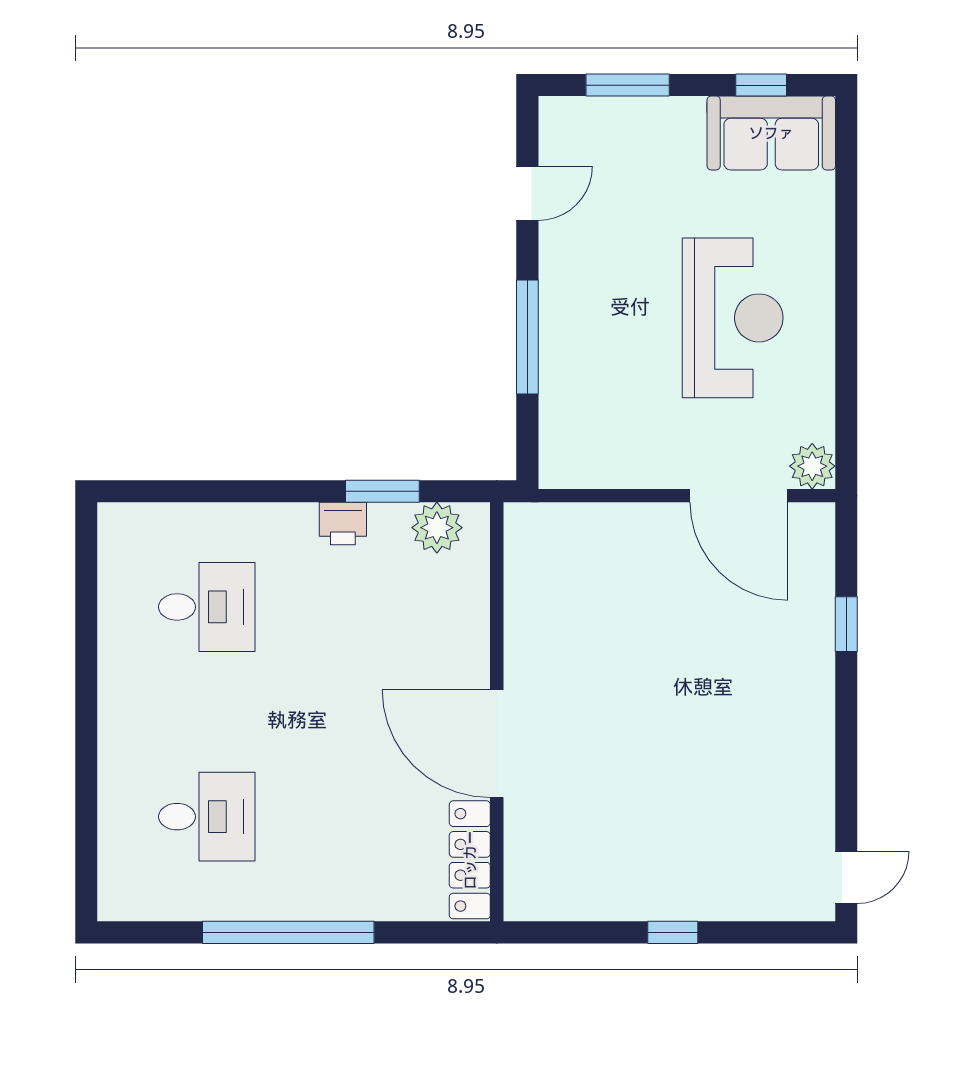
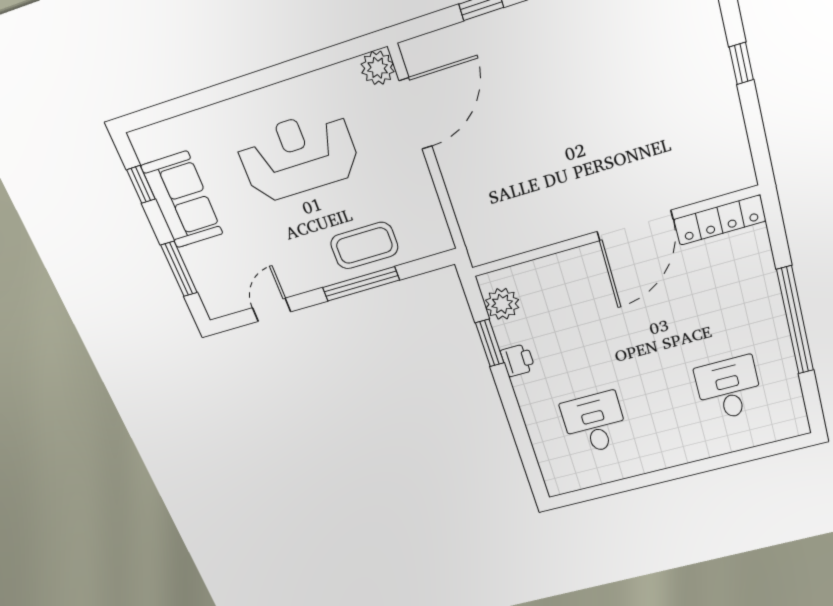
sofa: (771, 133) -> (182, 200), moved
door: (527, 193) -> (272, 310), hinge flipped
coffee table: (581, 362) -> (364, 246), added

